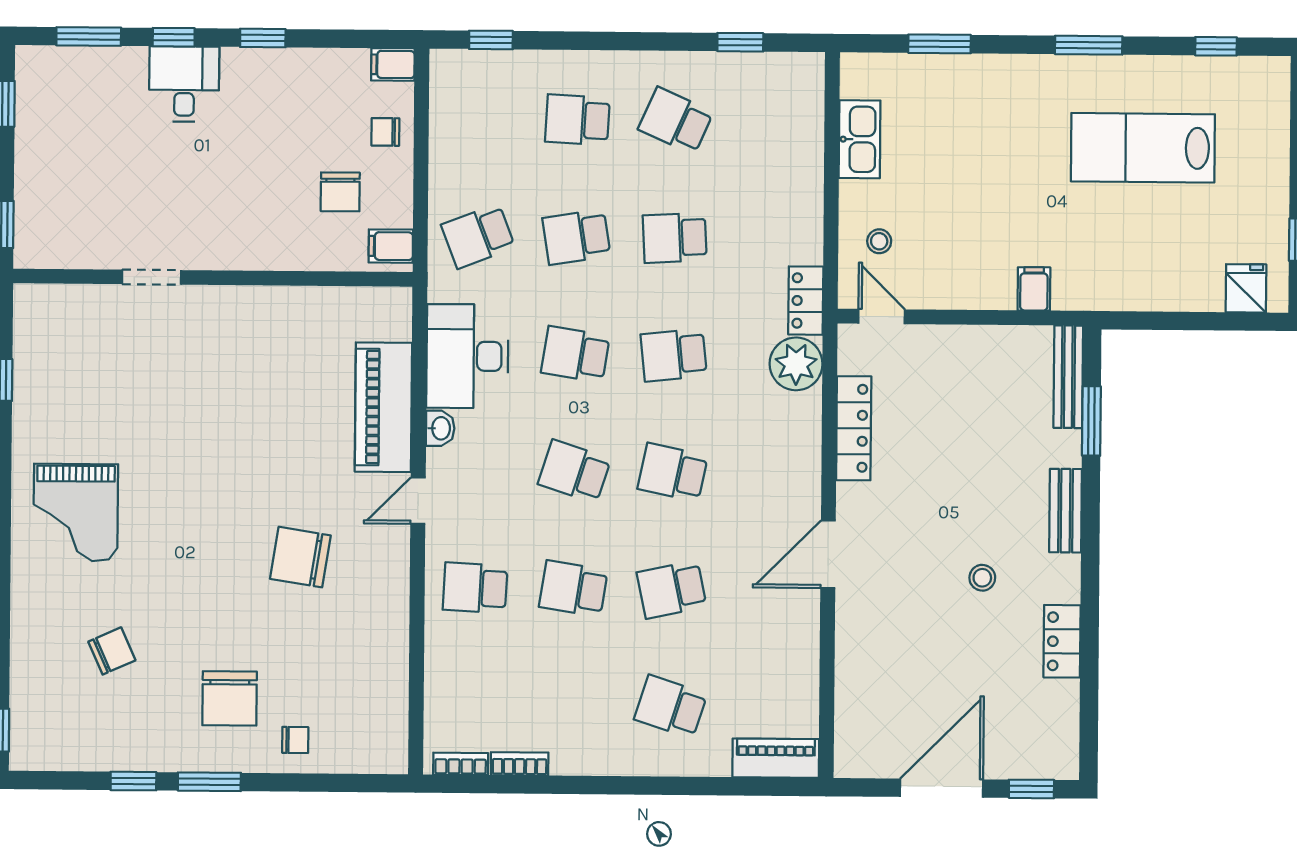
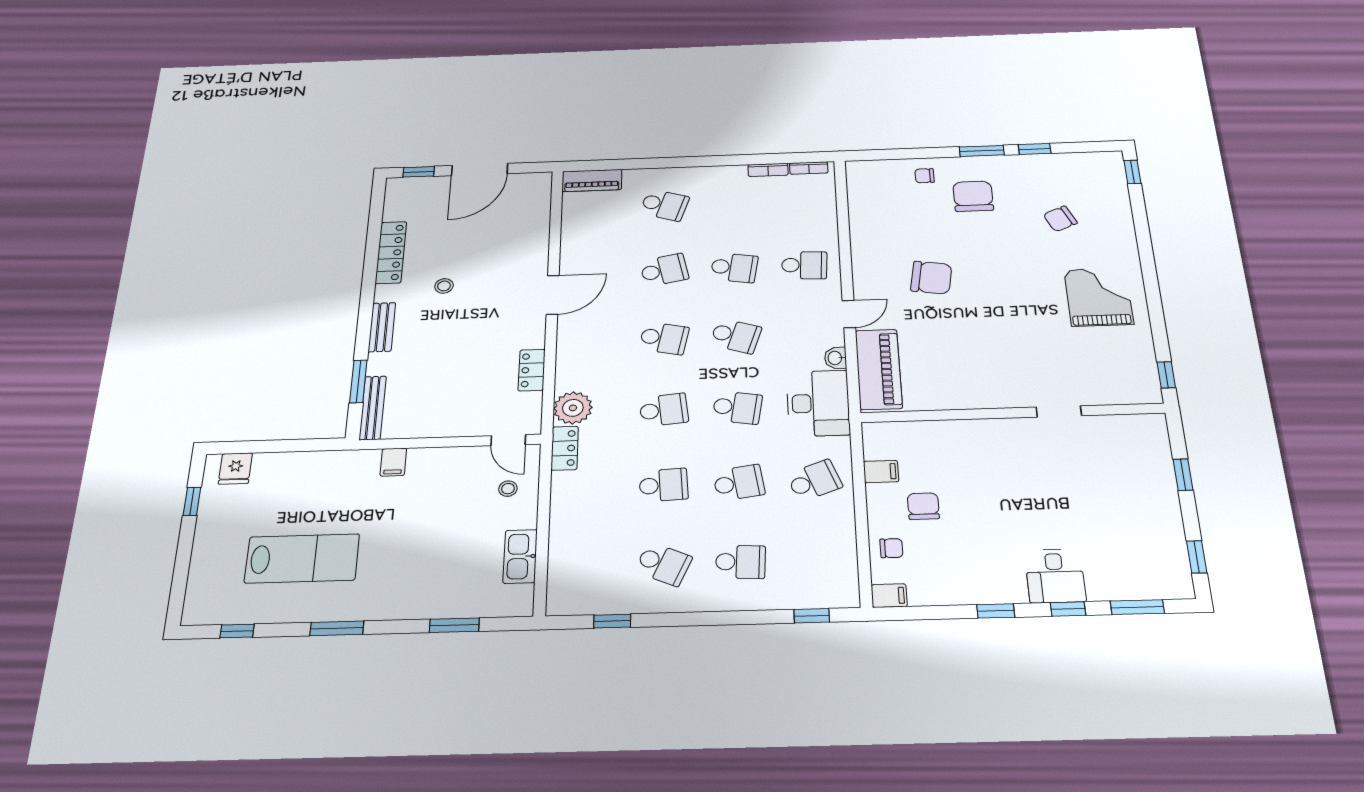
doorway: (152, 277) -> (1059, 411), moved
wall: (213, 278) -> (1012, 413), moved
locker: (854, 428) -> (532, 370), width x0.66
locker: (1062, 641) -> (391, 252), width x1.53

